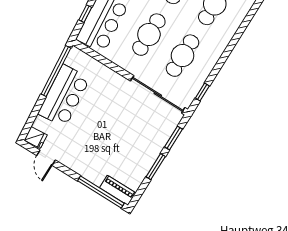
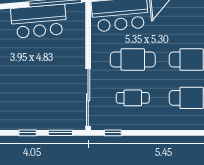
cafe table: (183, 56) -> (133, 98), width x0.73, depth x0.74
window: (156, 167) -> (28, 133), width x0.67

